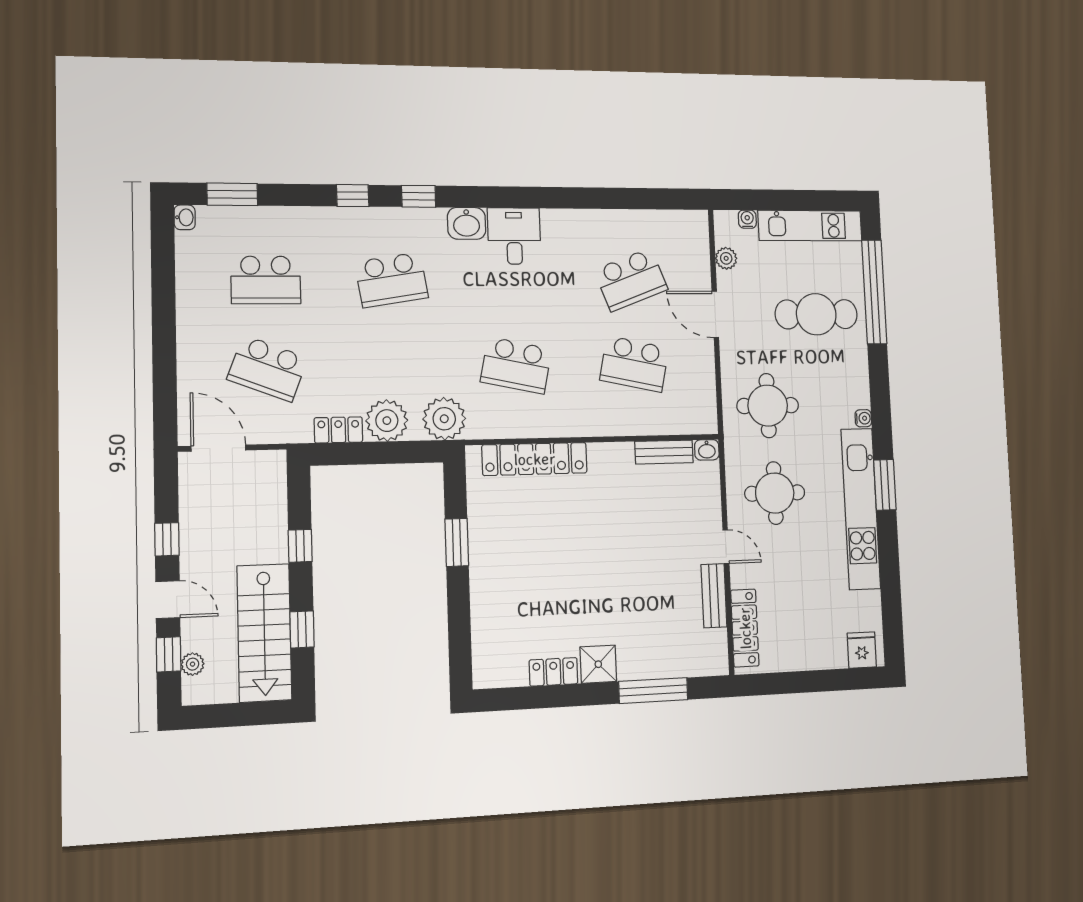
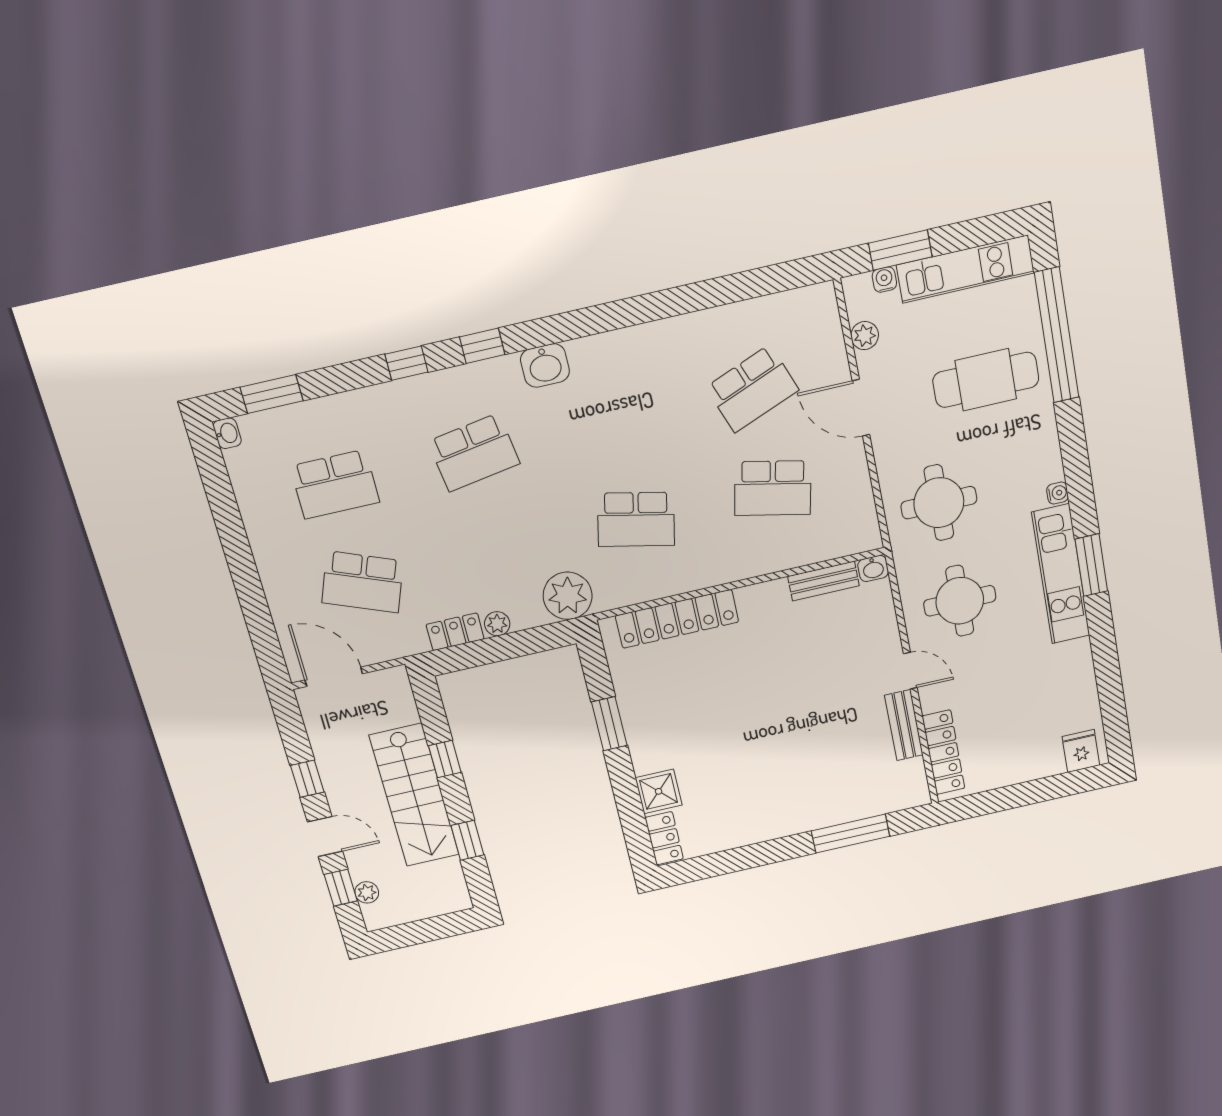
window: (762, 200) -> (900, 250), added
desk: (514, 236) -> (604, 368), removed
plant: (387, 421) -> (497, 624), width x0.53, depth x0.53
kitchen unit: (861, 509) -> (1061, 574), width x0.73
stairs: (264, 633) -> (414, 795), moved
shower: (598, 664) -> (659, 791), moved
locker: (553, 672) -> (664, 838), moved, turned 90

